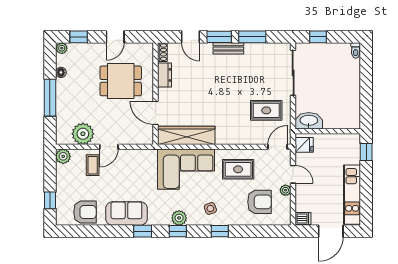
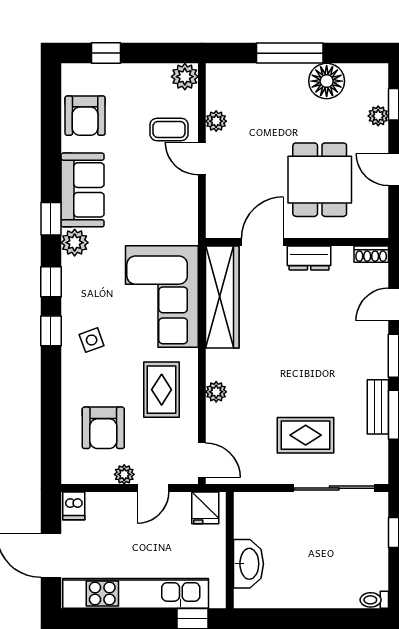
plant: (62, 48) -> (378, 116), moved
bench: (228, 48) -> (378, 407), moved
floor lamp: (61, 72) -> (327, 81), width x1.89, depth x1.89
dresser: (164, 75) -> (309, 258), moved
rug: (266, 110) -> (306, 435), moved, turned 90
washbasin: (309, 121) -> (248, 564), moved
plant: (83, 134) -> (216, 121), width x0.53, depth x0.53
plant: (239, 139) -> (216, 392), added
kitchen unit: (352, 195) -> (136, 593), width x1.36
plant: (179, 218) -> (75, 243), moved
window: (220, 231) -> (51, 331), moved

